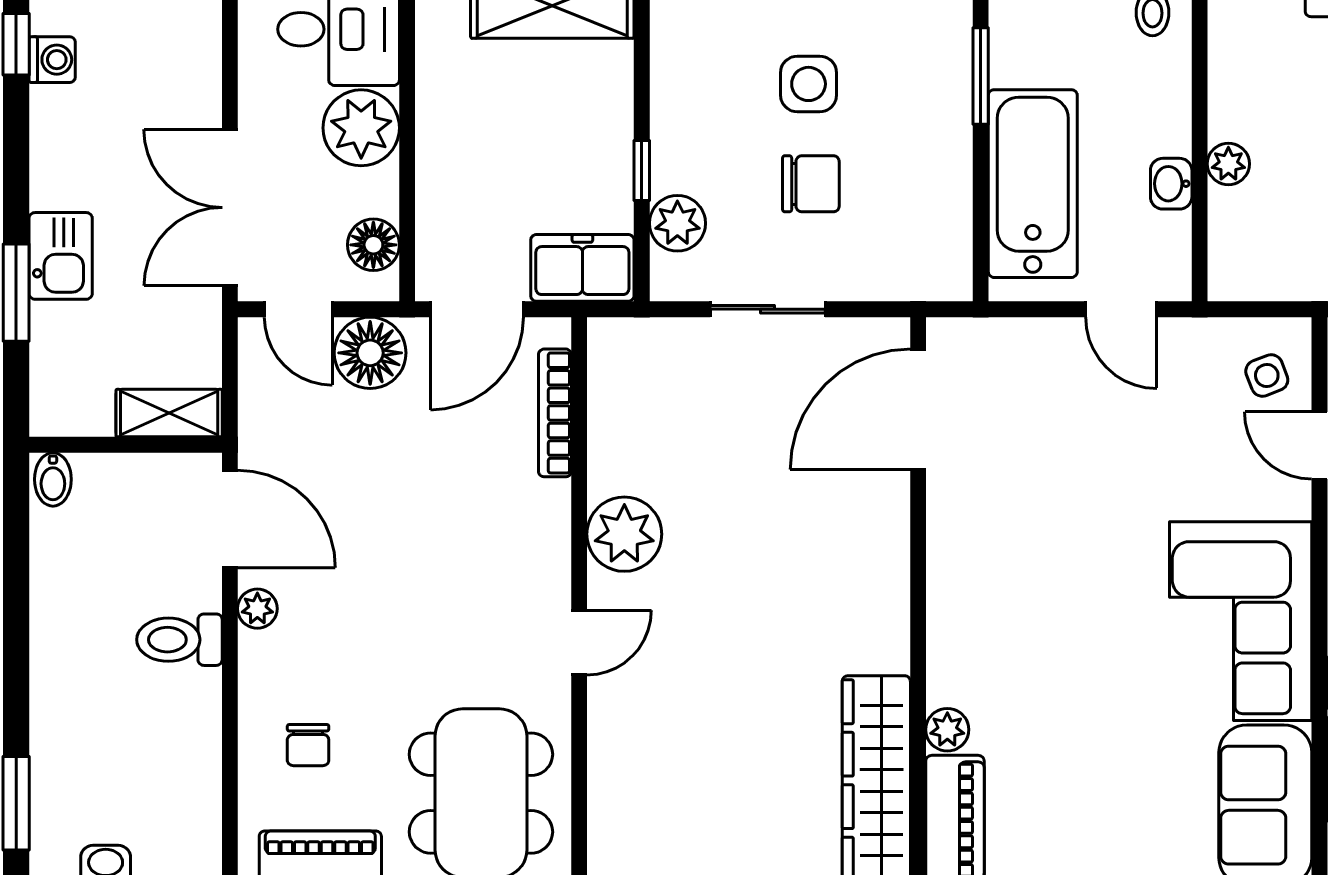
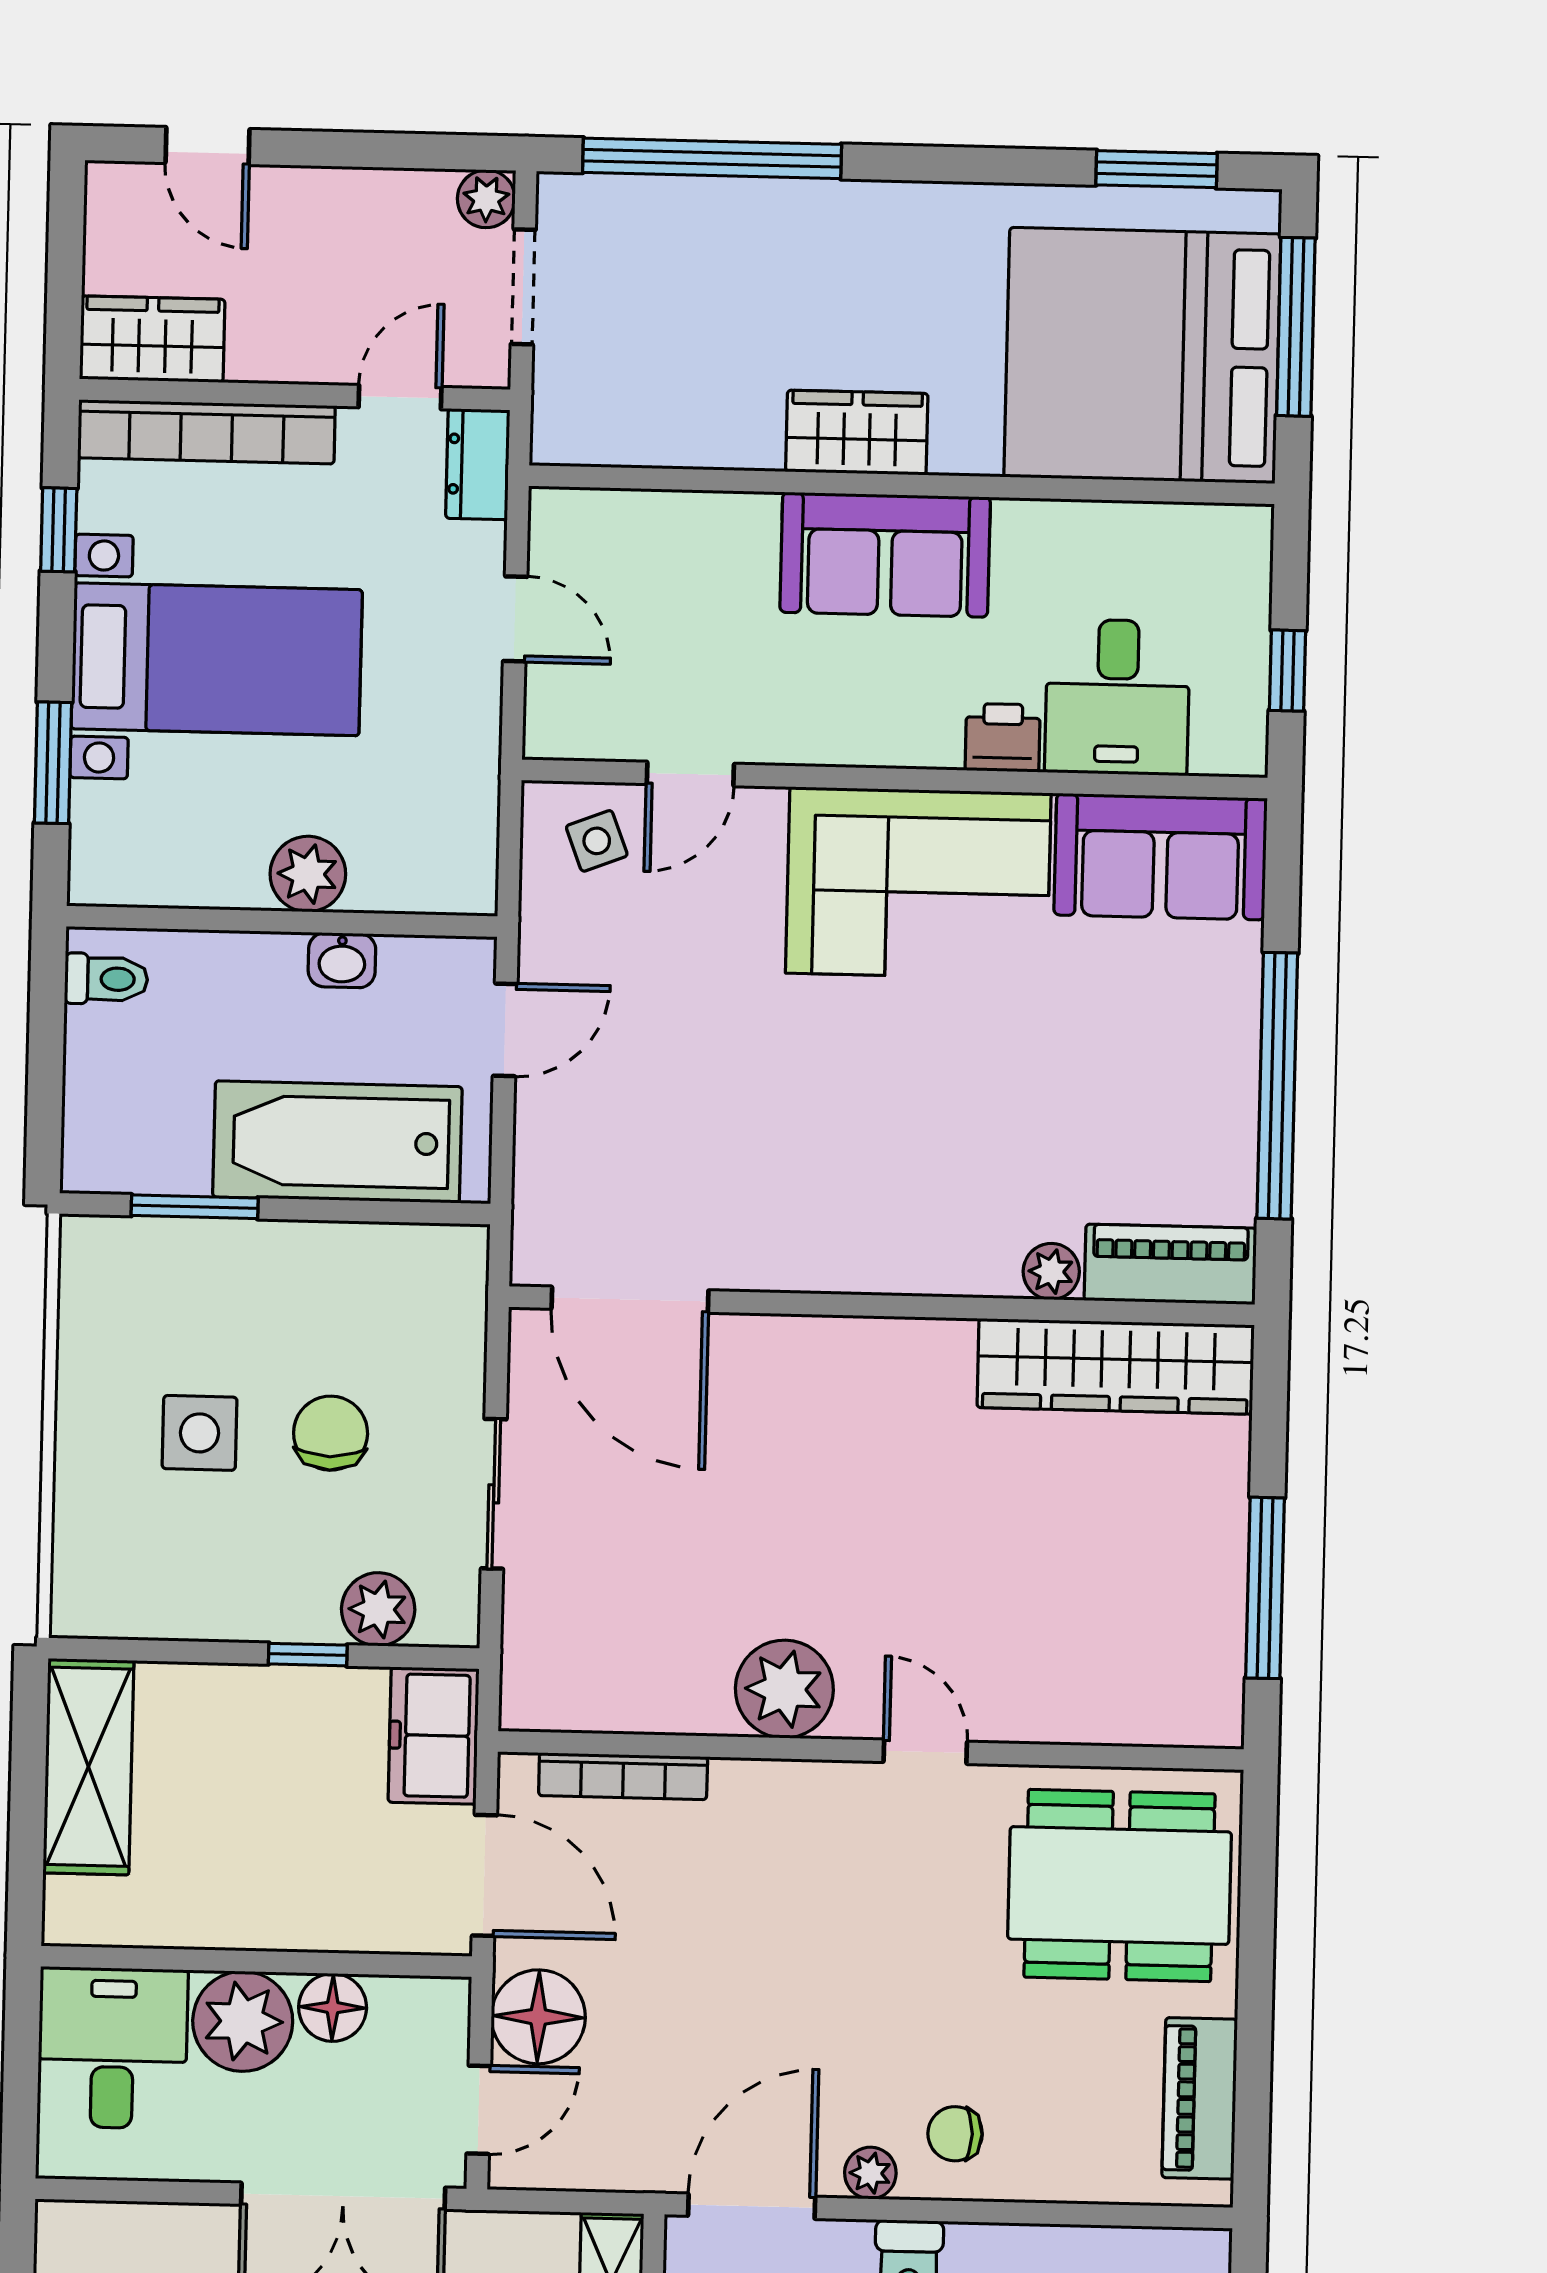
plant: (1228, 164) -> (308, 874), width x1.38, depth x1.38
floor lamp: (373, 245) -> (333, 2007), moved
chair: (308, 745) -> (955, 2134), moved, turned 180

